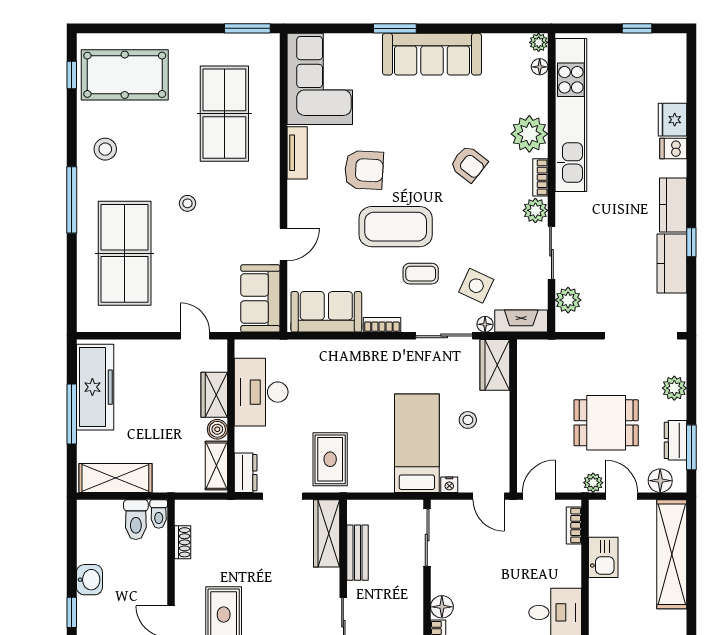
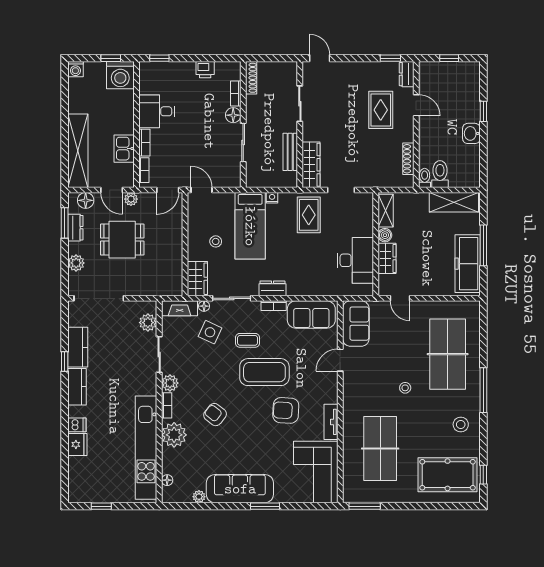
plant: (539, 42) -> (199, 497), moved
dresser: (246, 473) -> (272, 288), moved, turned 90
nightstand: (449, 485) -> (272, 198), moved
sliding door: (427, 537) -> (243, 143), moved
shoe rack: (183, 542) -> (408, 159), width x1.43
bookcase: (573, 566) -> (144, 143), added

